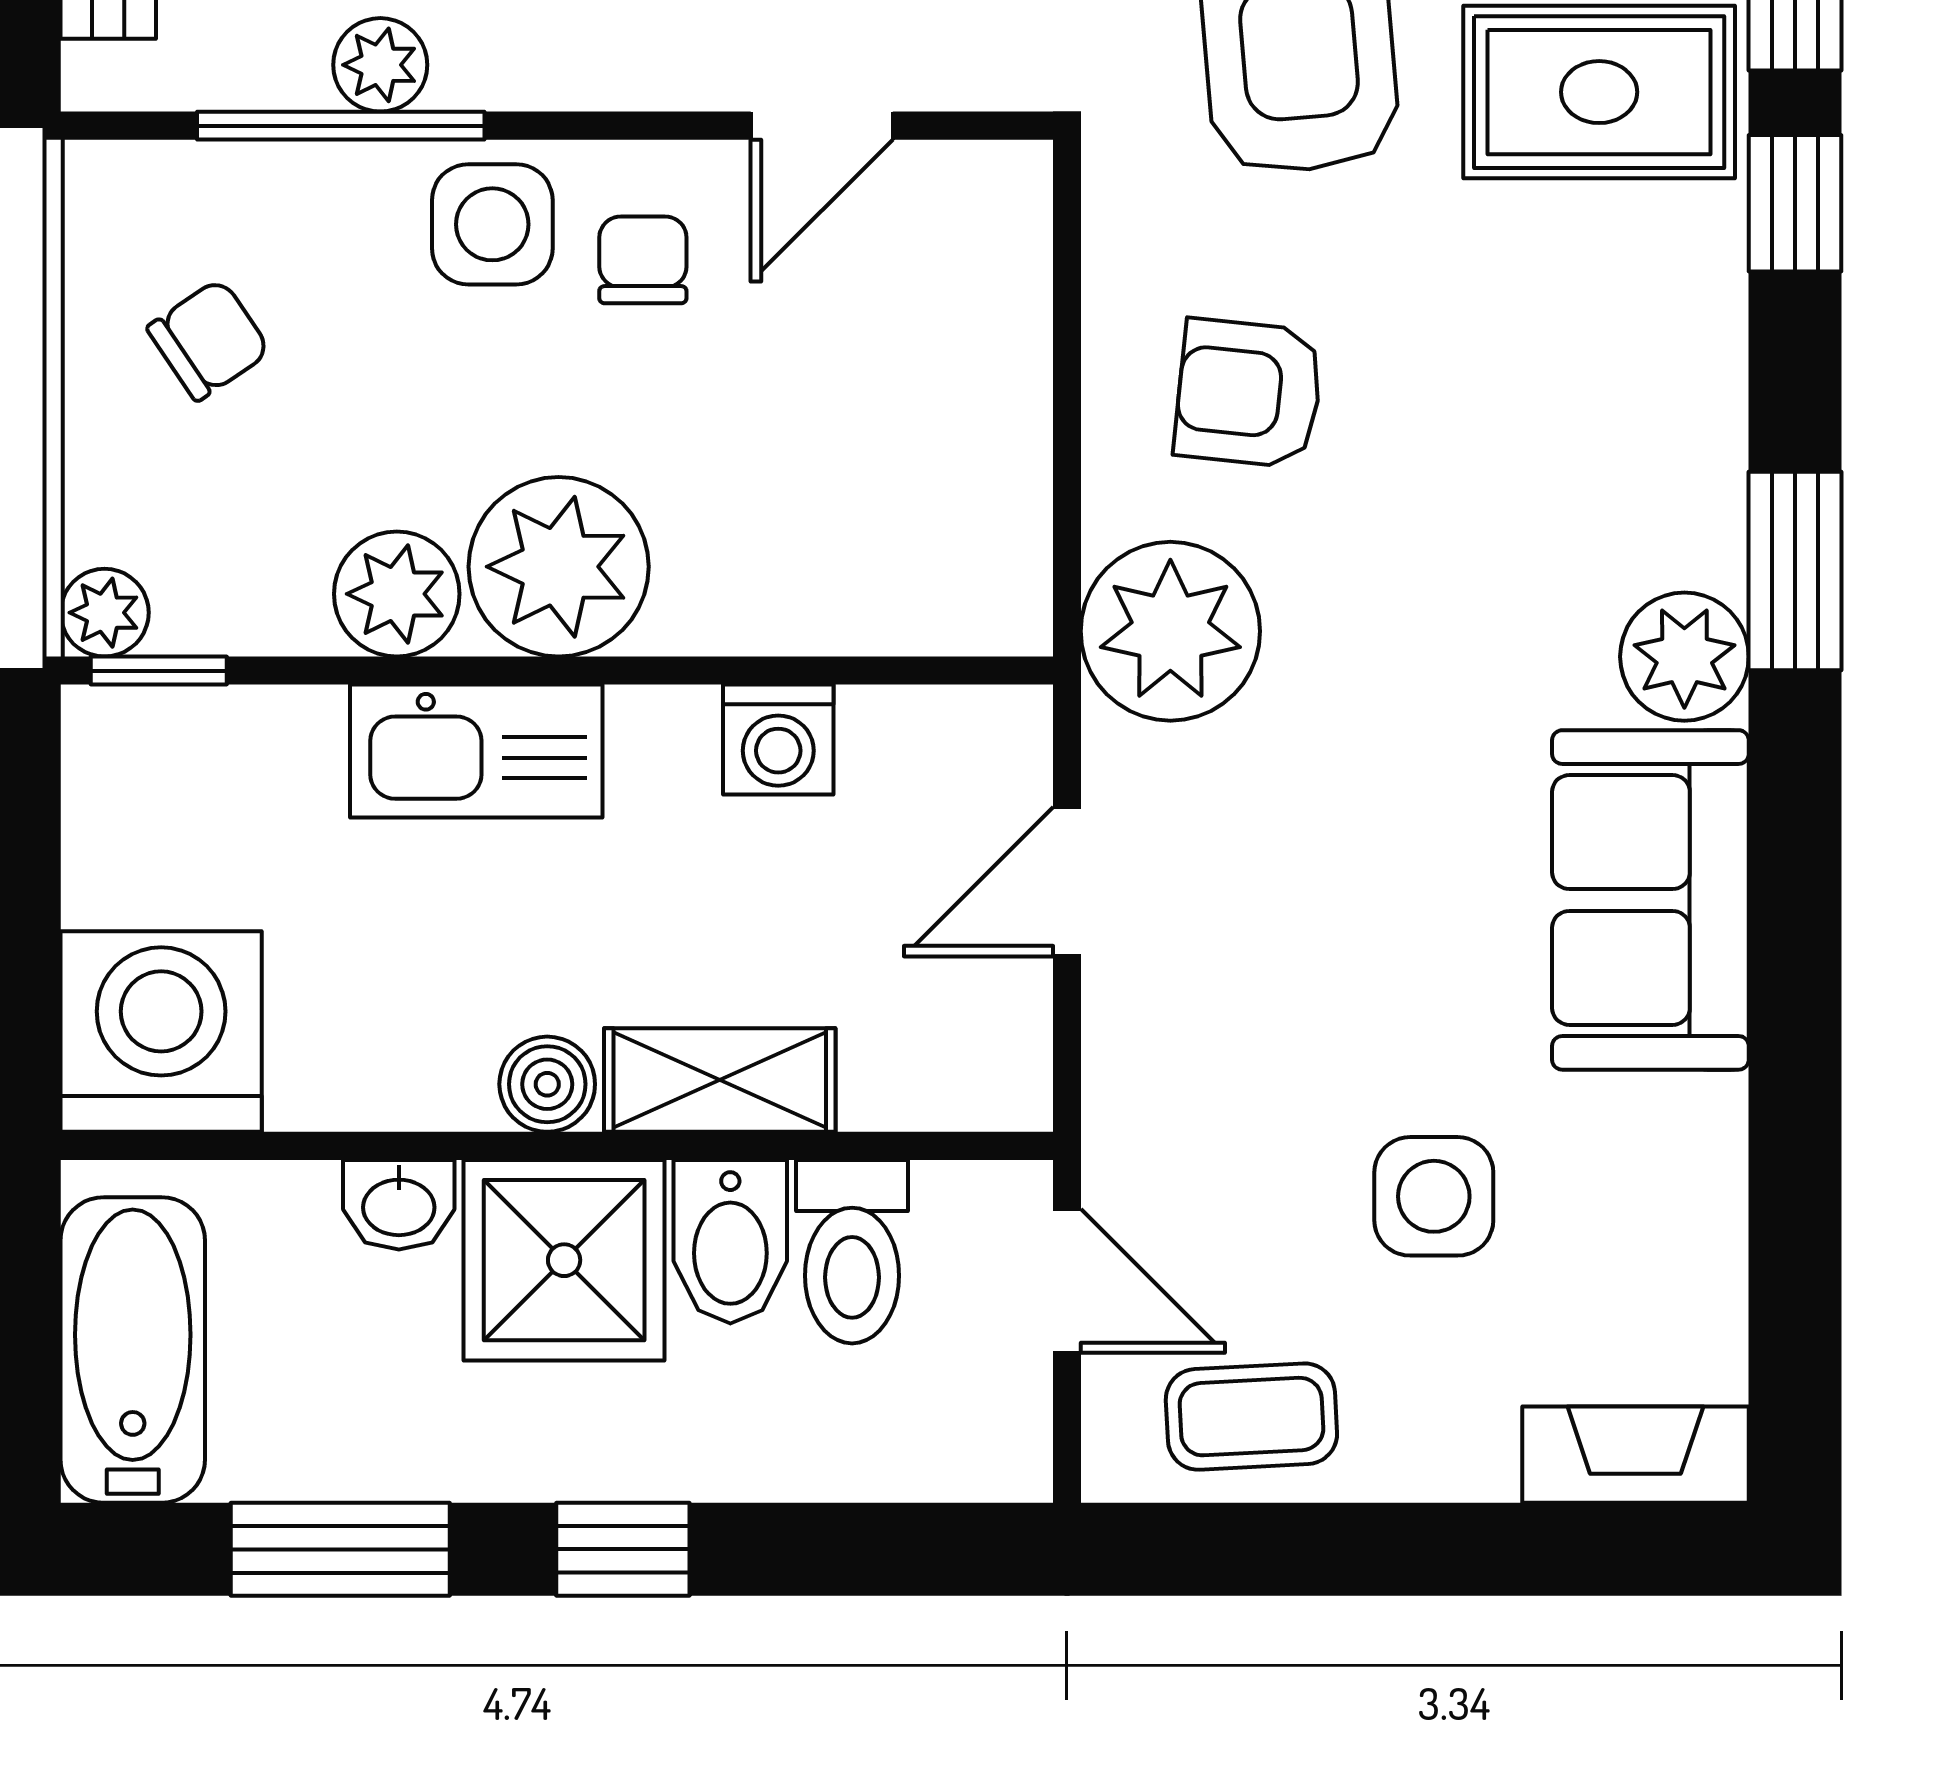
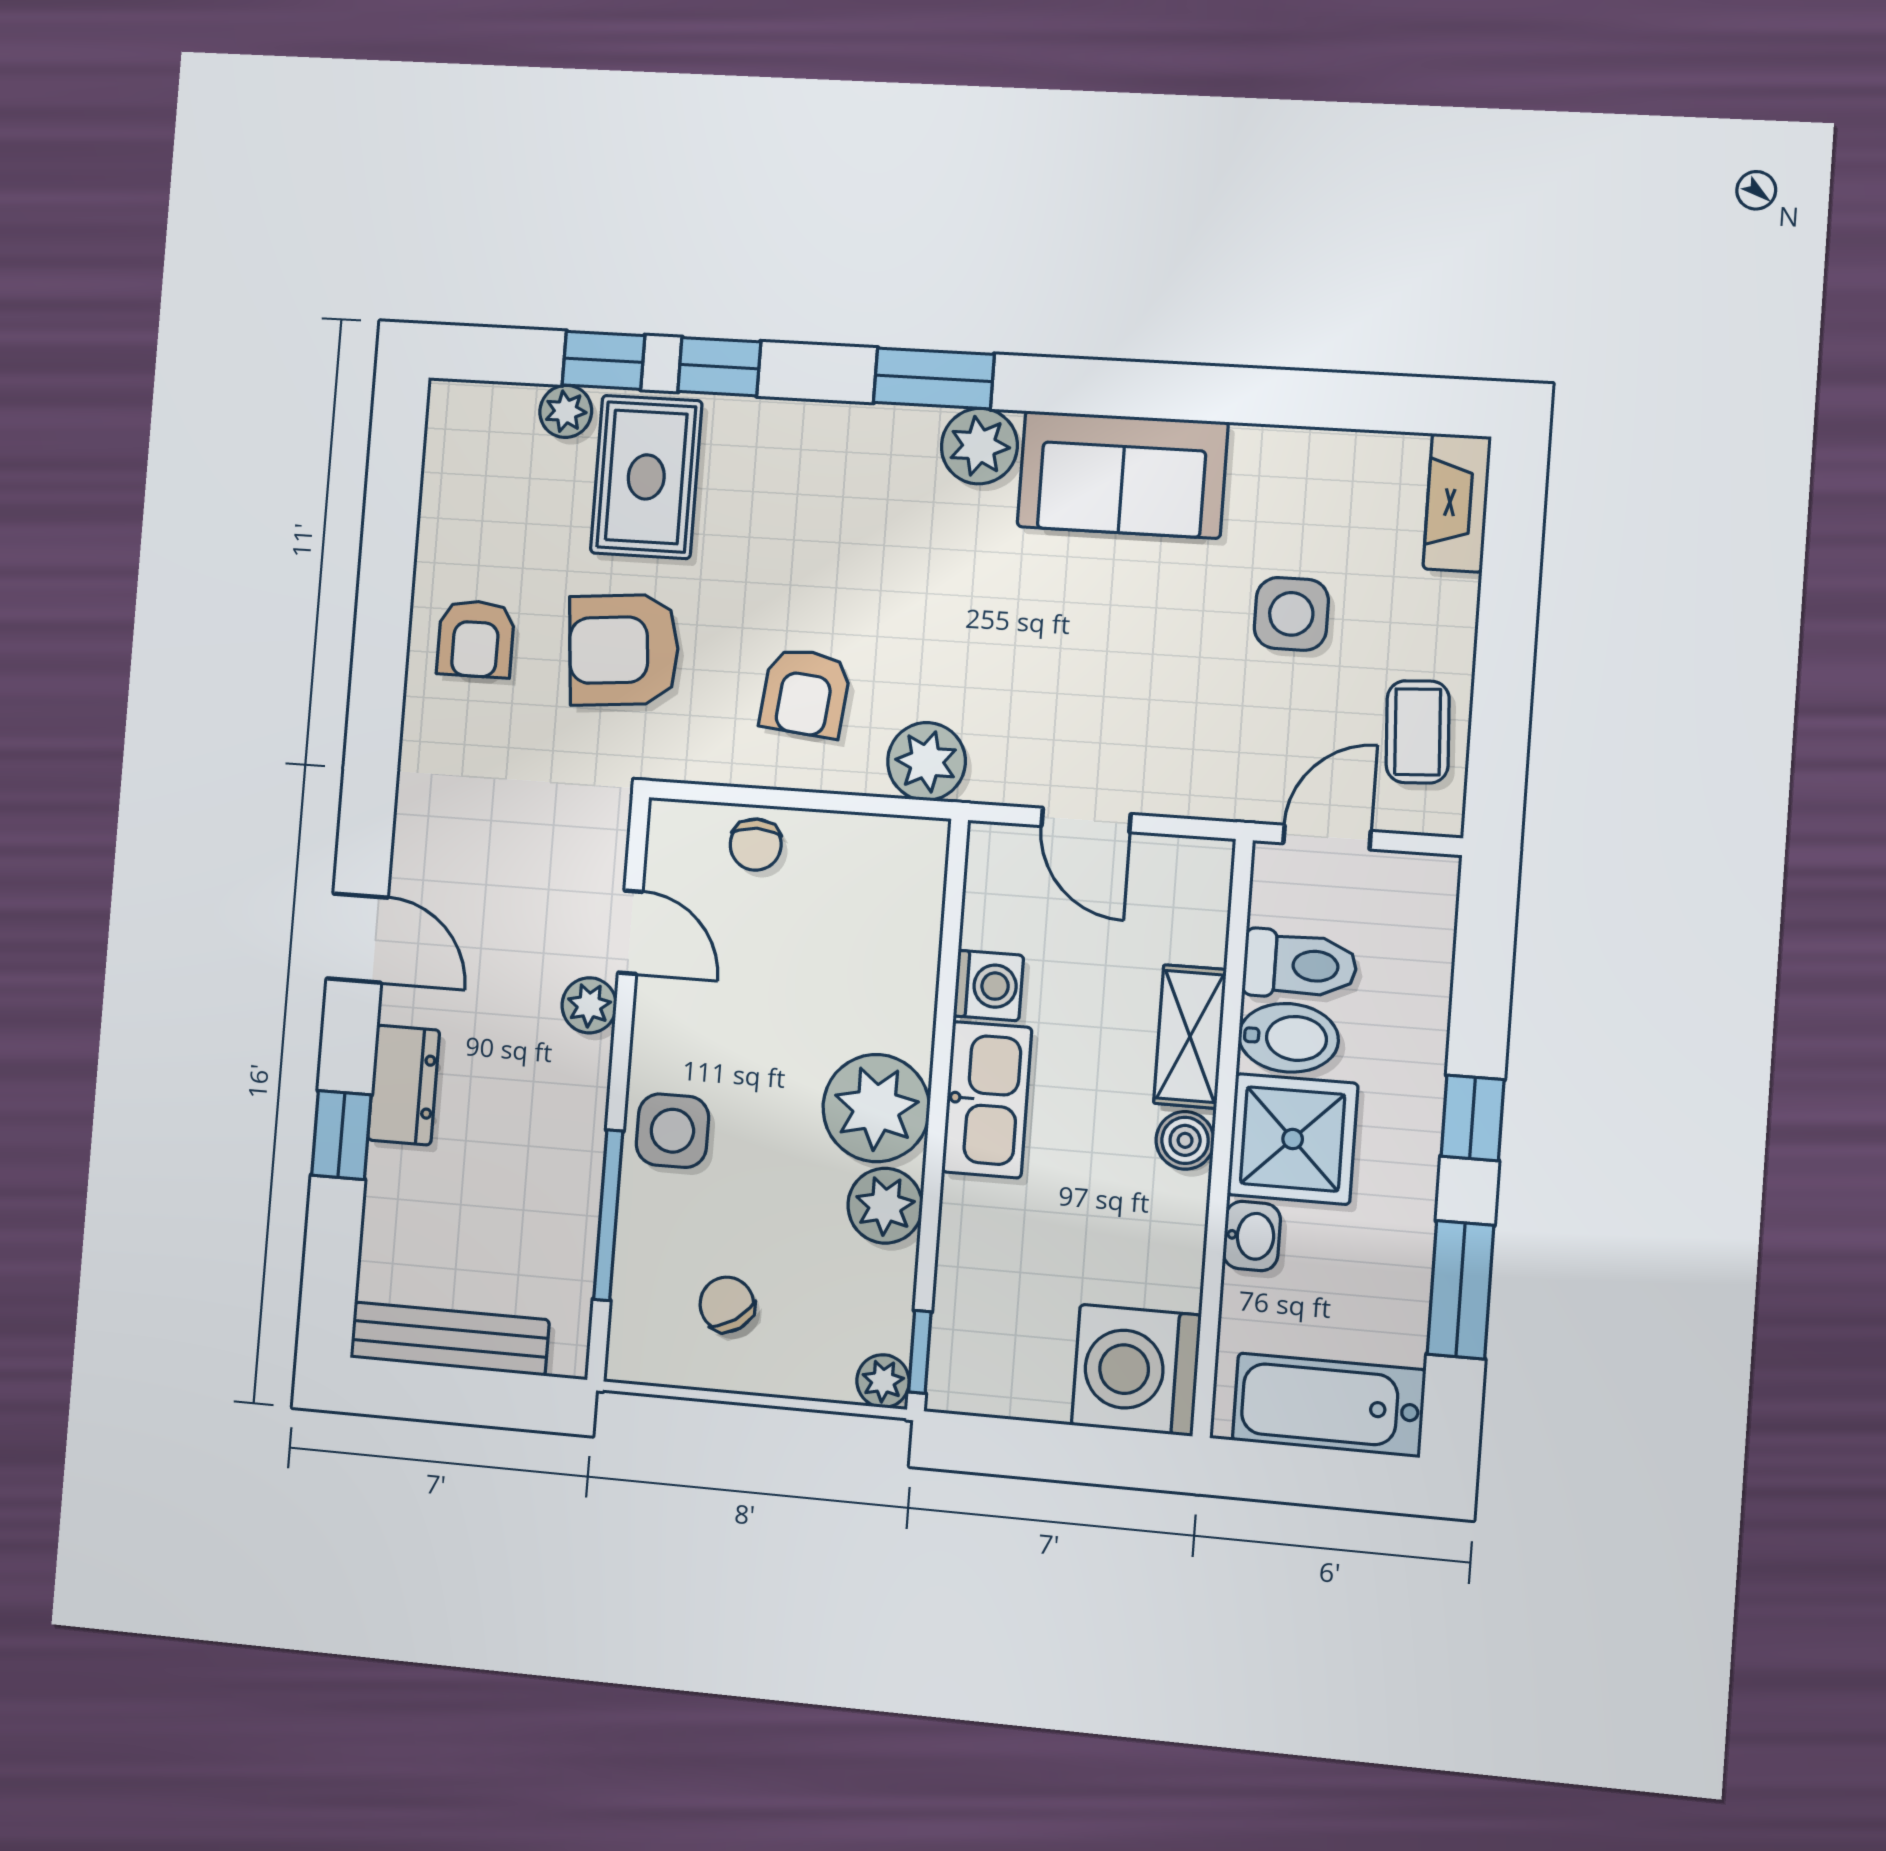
plant: (380, 65) -> (589, 1005), moved
chair: (643, 260) -> (756, 845), moved, turned -90
plant: (1170, 631) -> (926, 761), width x0.73, depth x0.73
kitchen sink: (476, 751) -> (987, 1100), moved

